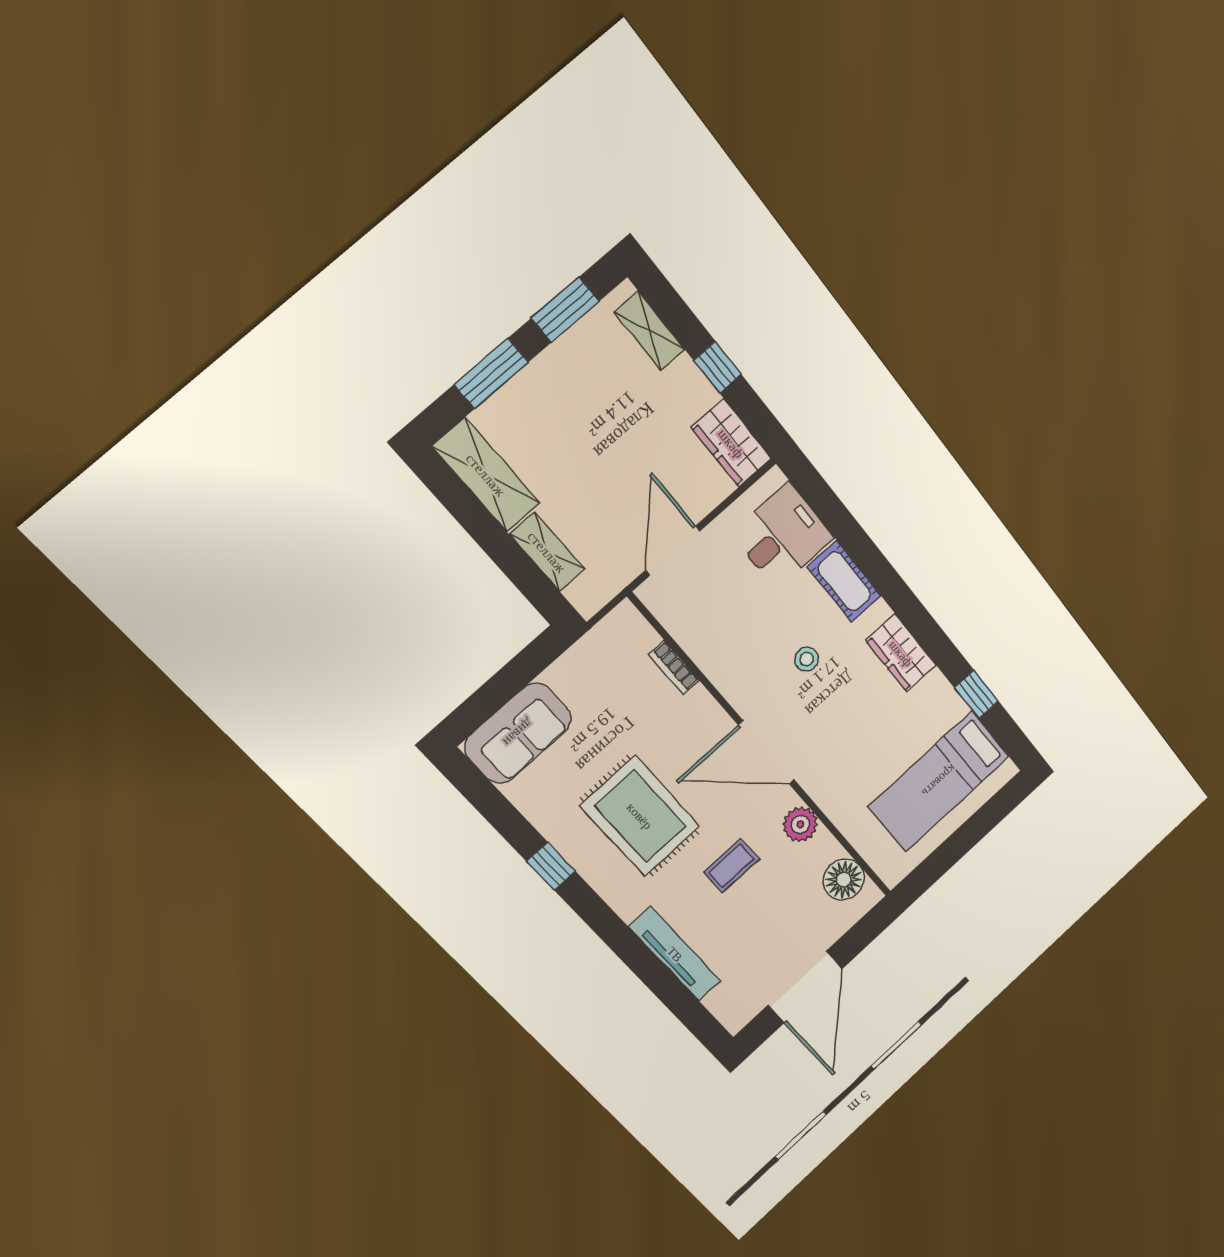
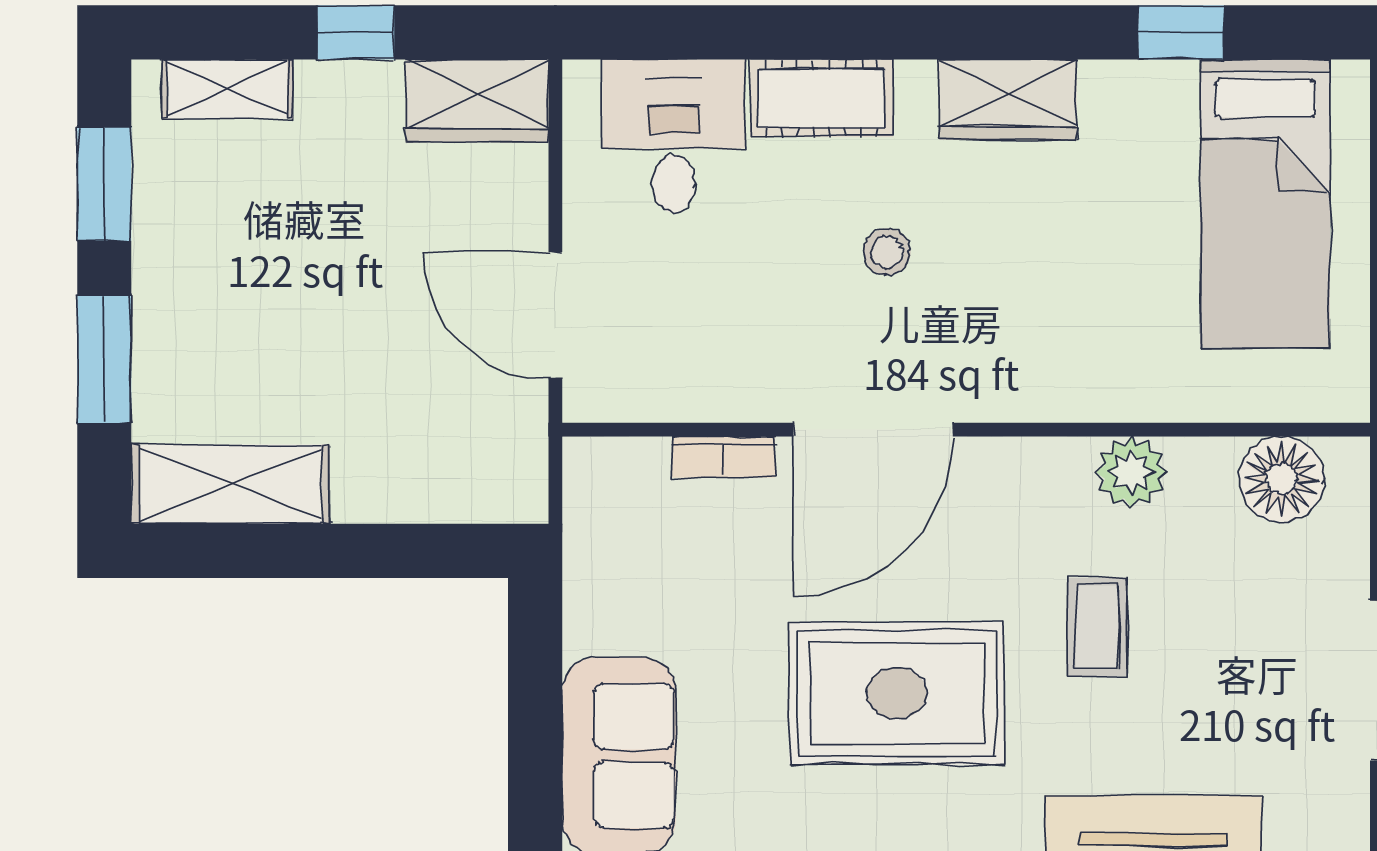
shelving: (547, 552) -> (404, 493), removed
door: (766, 753) -> (873, 430), moved

